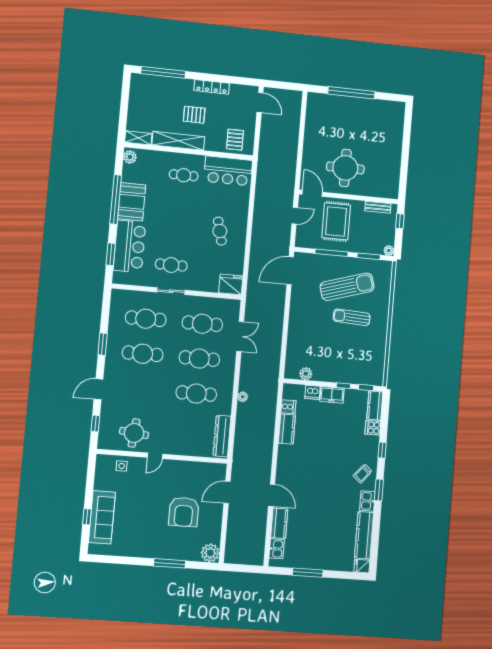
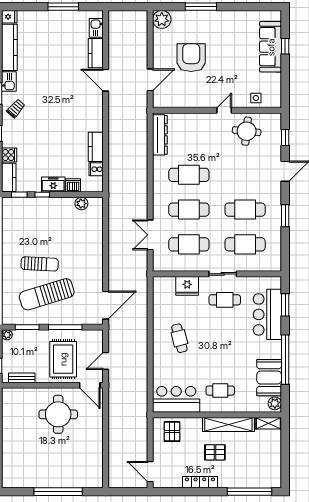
booth: (132, 202) -> (269, 378), moved
fridge: (231, 284) -> (187, 286), moved
plant: (243, 397) -> (143, 175), removed

